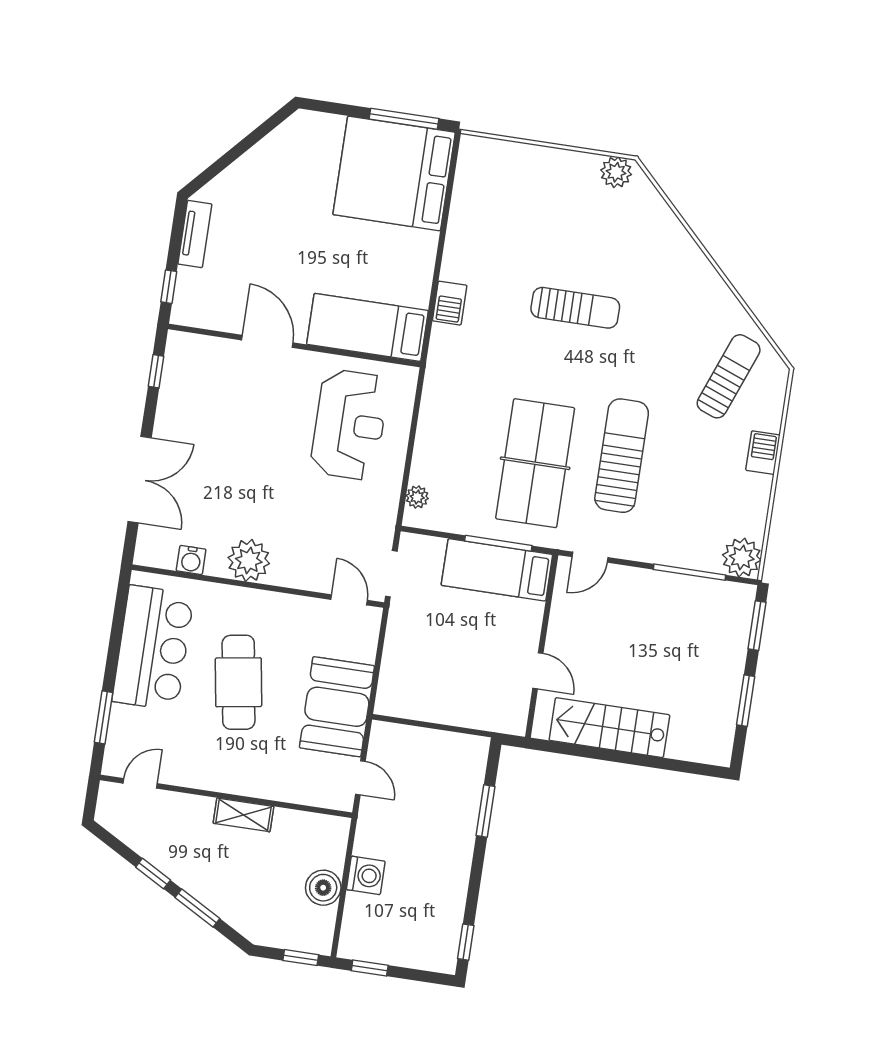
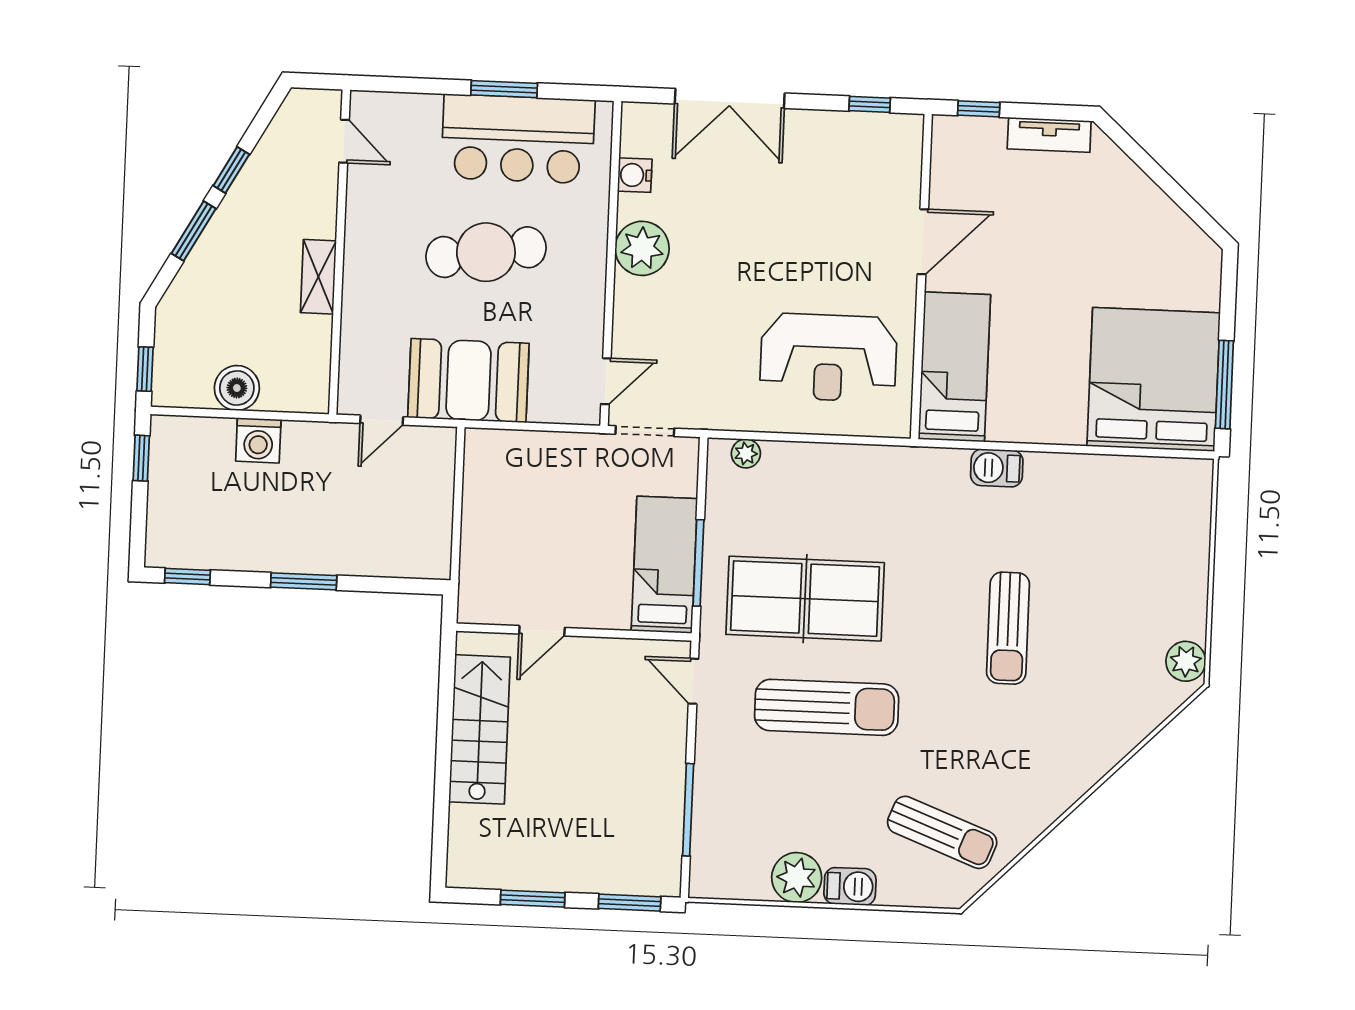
plant: (742, 557) -> (797, 878), moved
window: (104, 717) -> (504, 89), moved
window: (486, 811) -> (304, 581), moved

